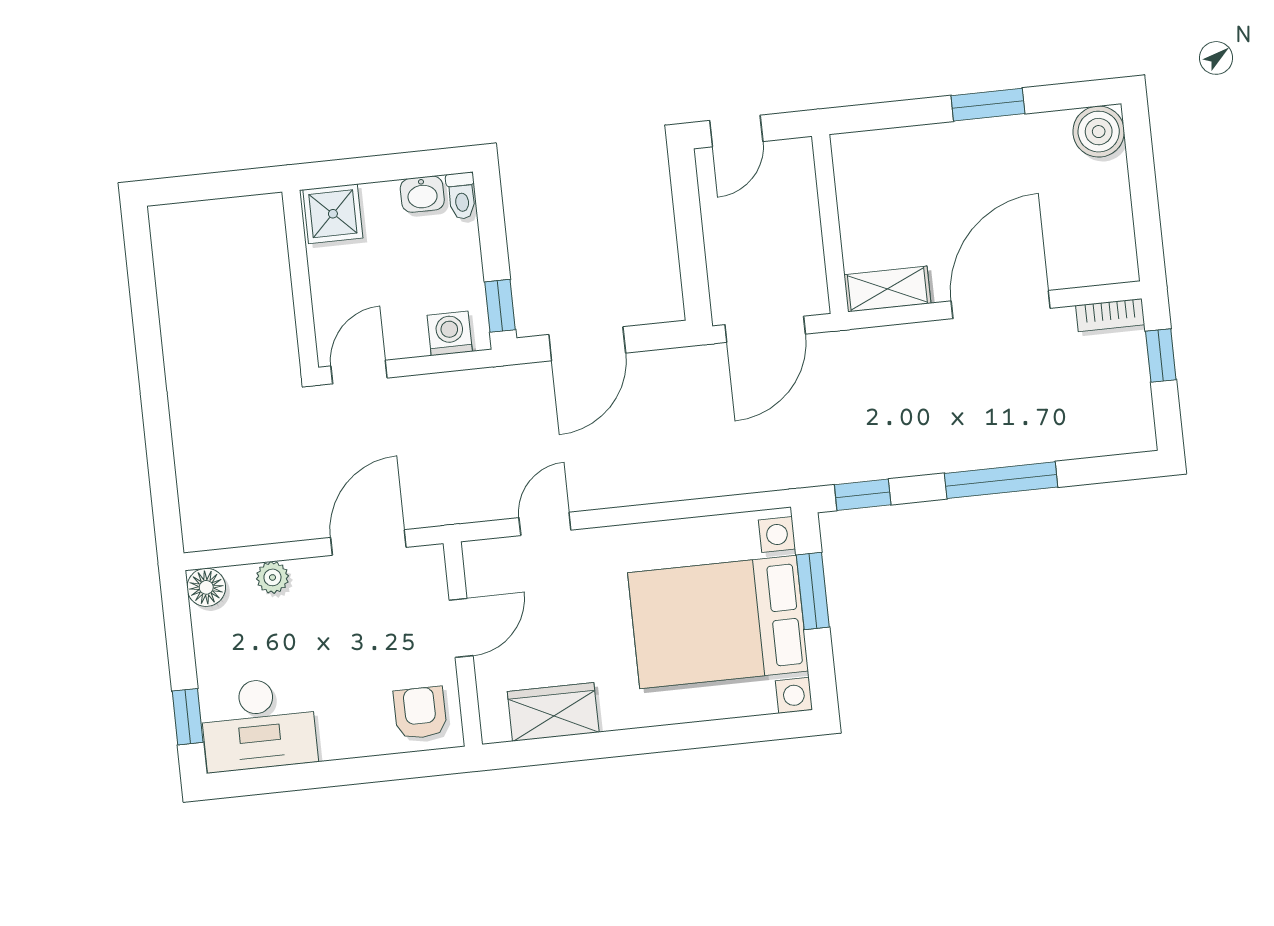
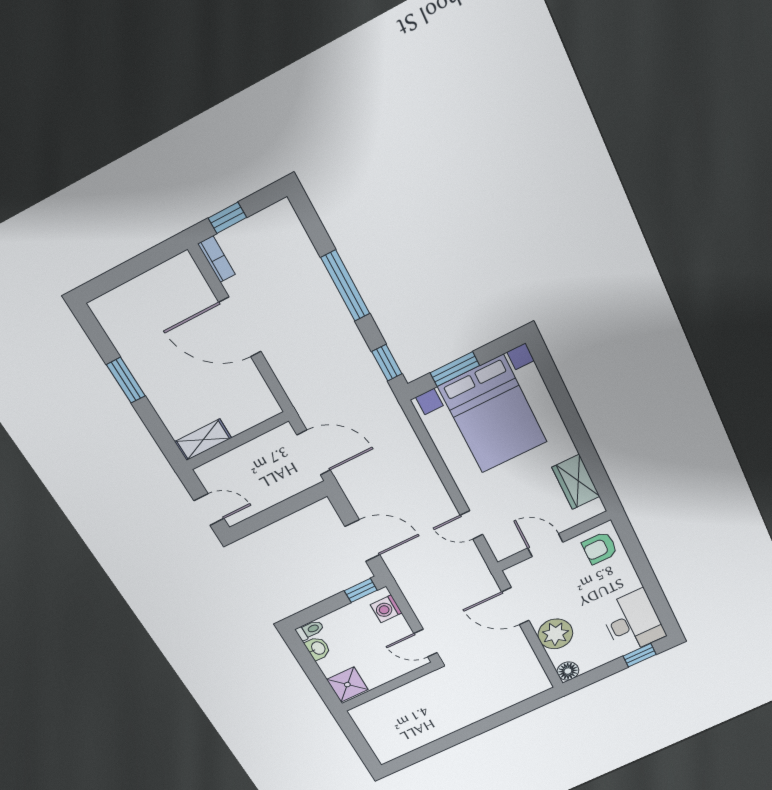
boiler: (1099, 132) -> (109, 310), removed
shelving: (887, 289) -> (203, 440), moved, turned 90
plant: (272, 577) -> (555, 634), width x1.88, depth x1.88

